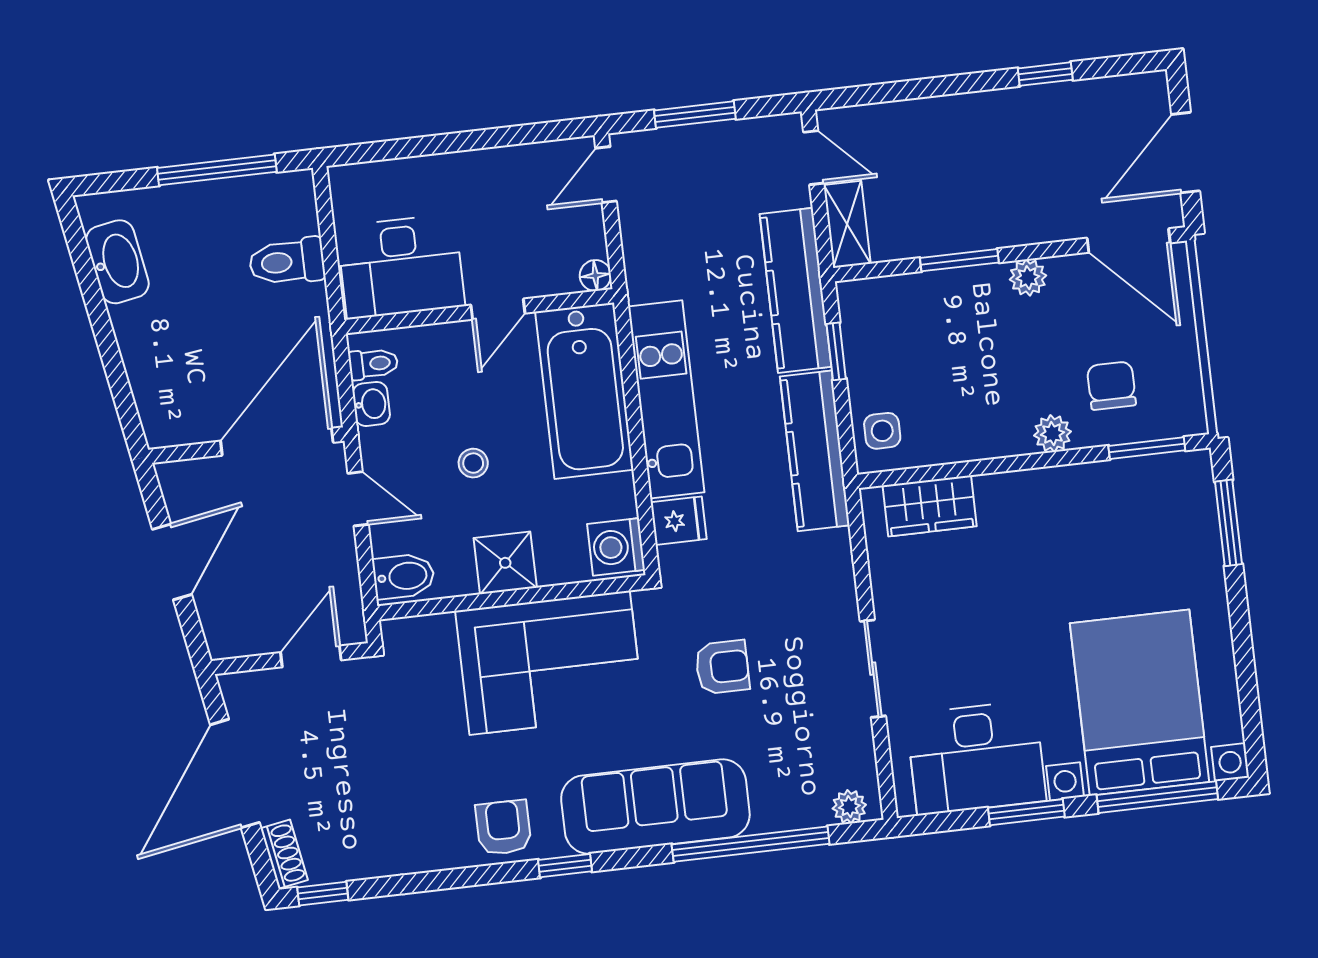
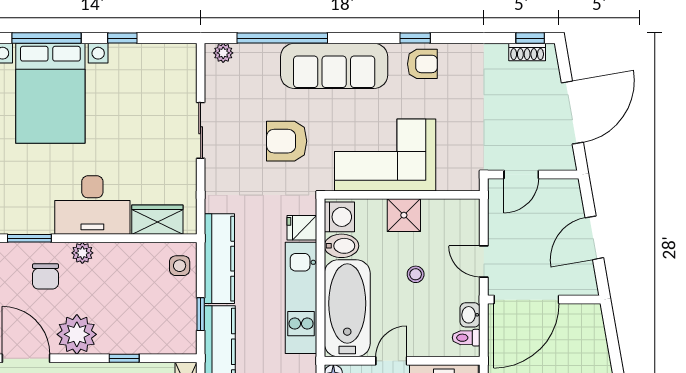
window: (959, 260) -> (124, 358), width x0.67
plant: (1028, 278) -> (77, 334), width x1.87, depth x1.87
bidet: (404, 576) -> (342, 246), moved, turned 180
armchair: (722, 667) -> (287, 141), width x1.38, depth x1.38
desk: (976, 758) -> (92, 205), moved, turned 180
window: (1026, 812) -> (122, 38), width x0.67
armchair: (503, 828) -> (422, 64), turned -90
shoe rack: (284, 854) -> (527, 52), moved, turned -80
window: (565, 866) -> (415, 38), moved

